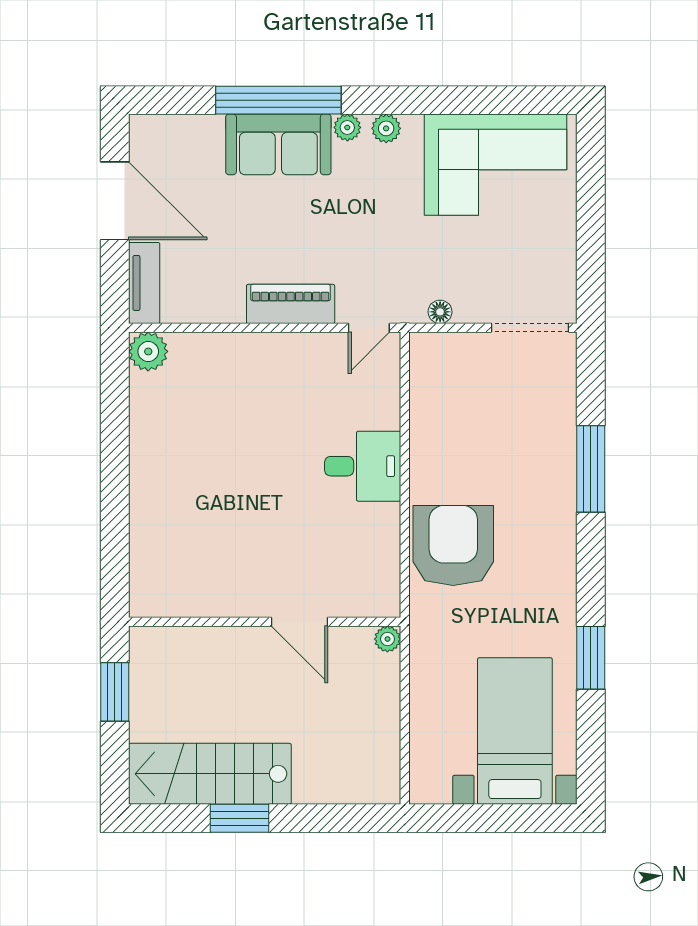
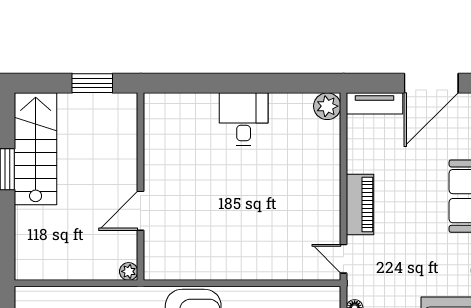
desk: (363, 466) -> (244, 119), moved, turned 180

